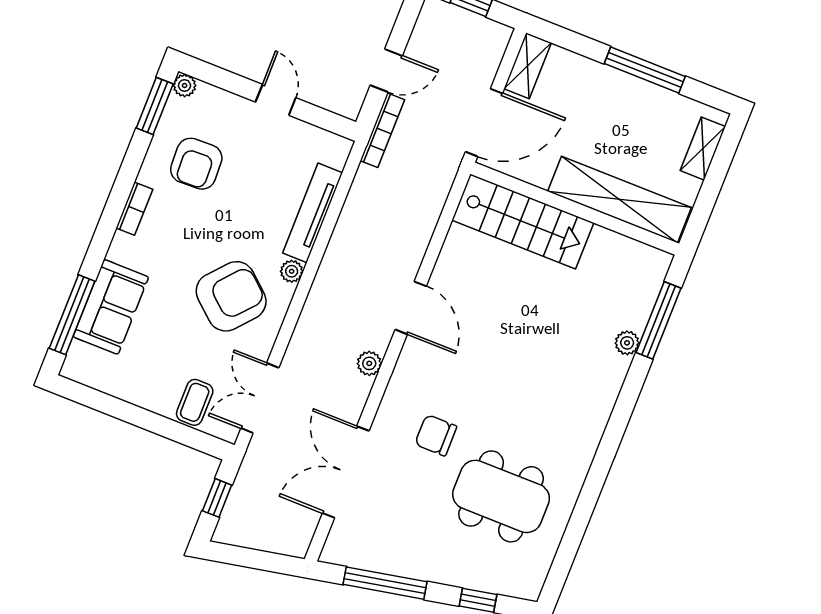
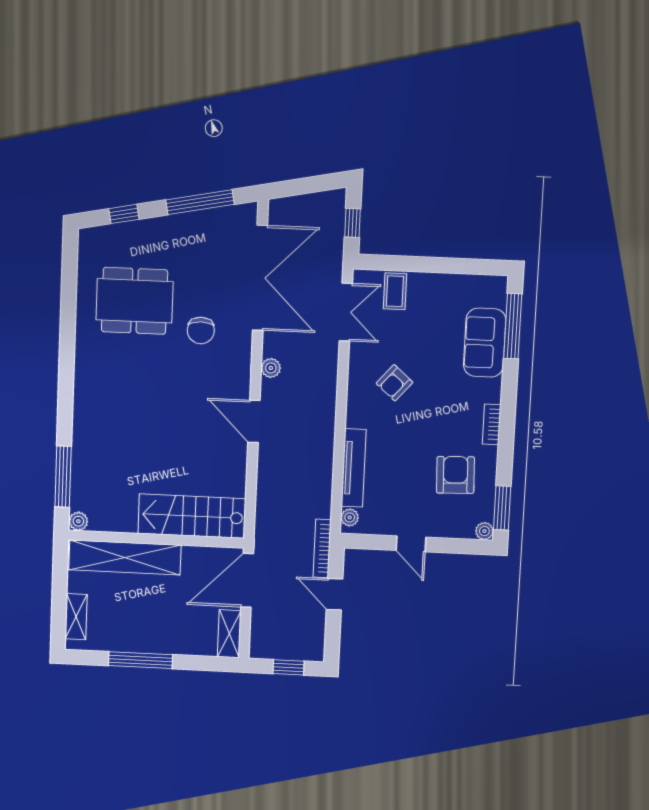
door: (386, 70) -> (335, 594), hinge flipped
plant: (292, 271) -> (350, 517), moved
armchair: (231, 296) -> (394, 383), width x0.53, depth x0.53
plant: (627, 343) -> (78, 521), moved
chair: (436, 435) -> (201, 330), turned 90
double door: (346, 472) -> (260, 278), width x1.36

